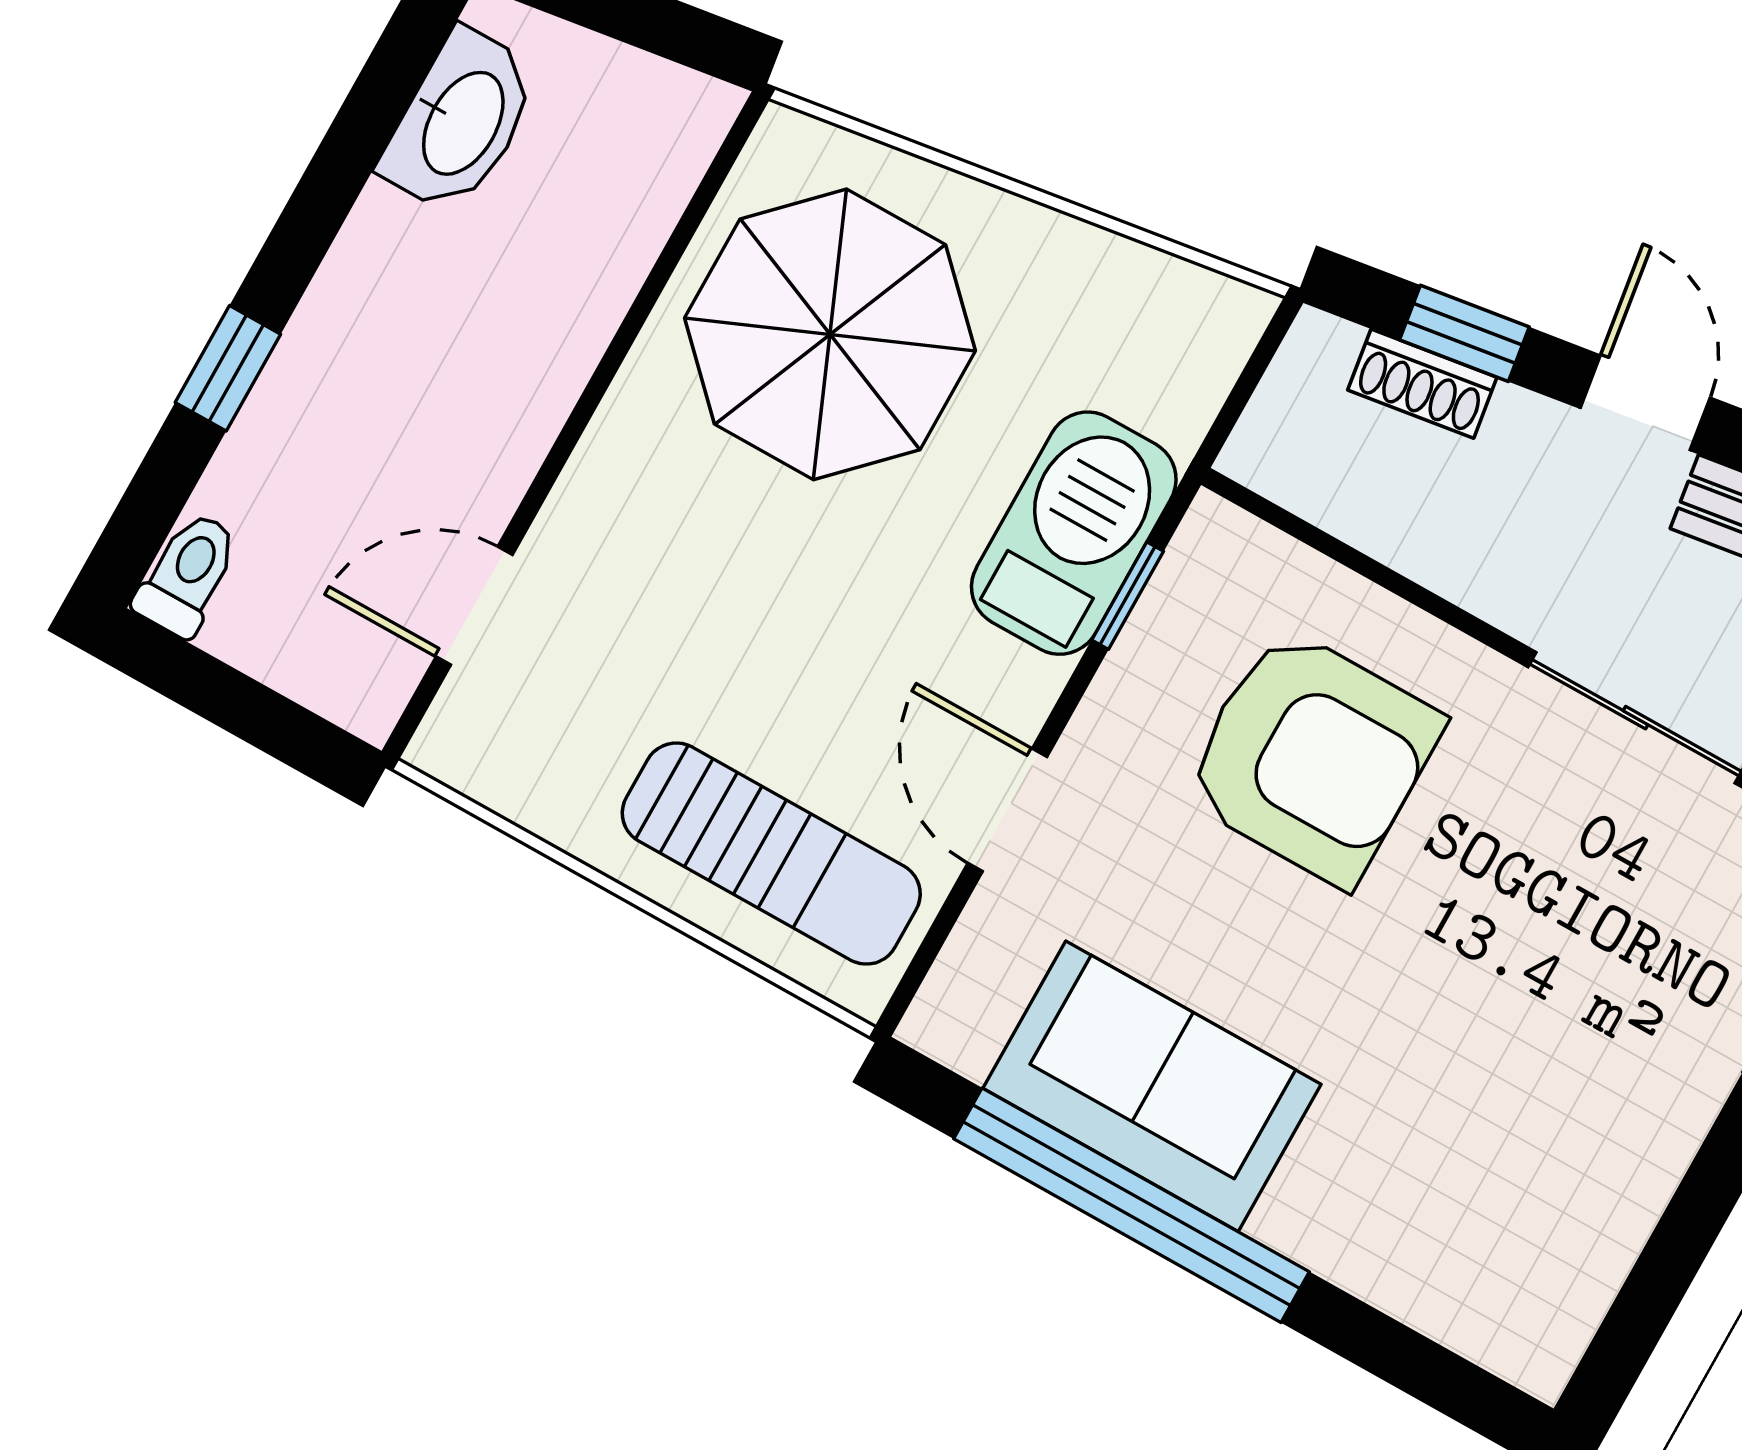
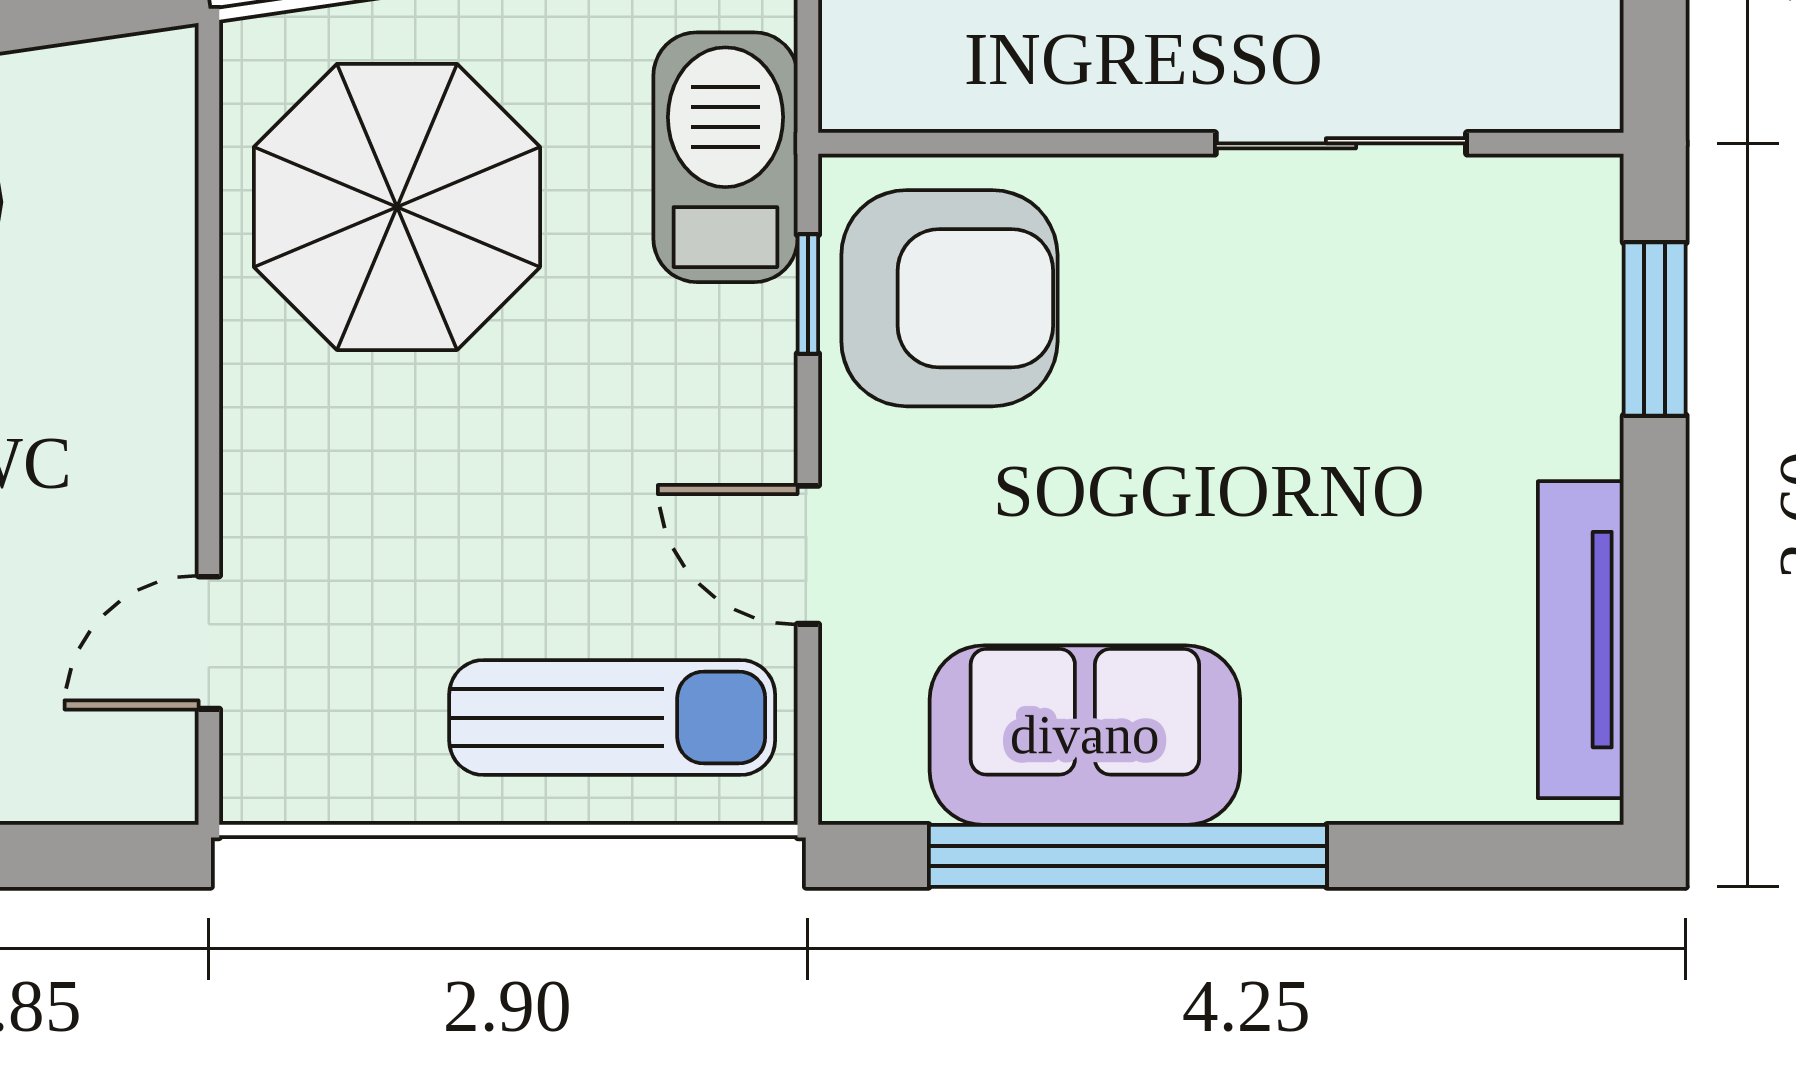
barbecue: (1074, 533) -> (725, 157), moved
armchair: (1312, 757) -> (949, 298), moved
tv unit: (1604, 1237) -> (1581, 640), added

